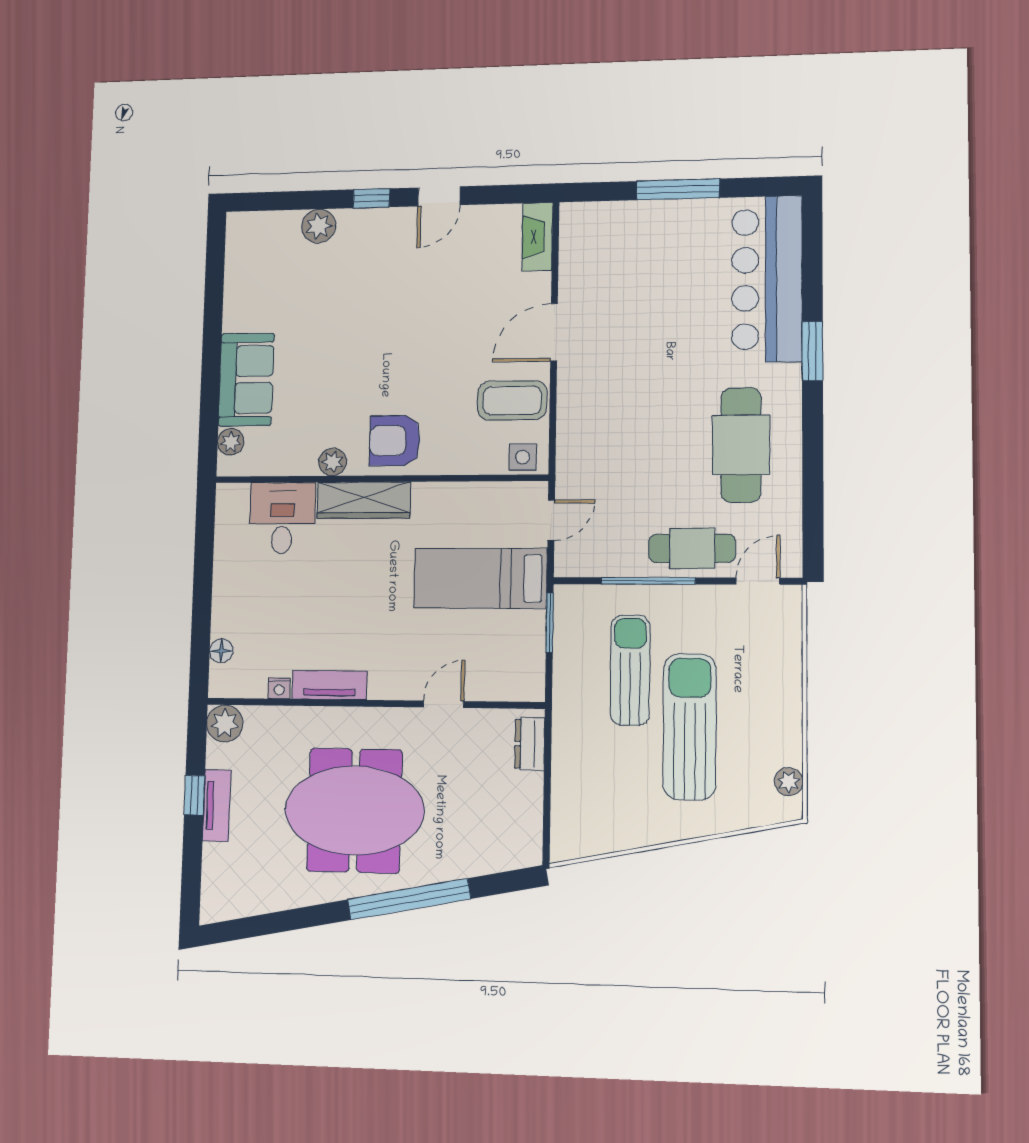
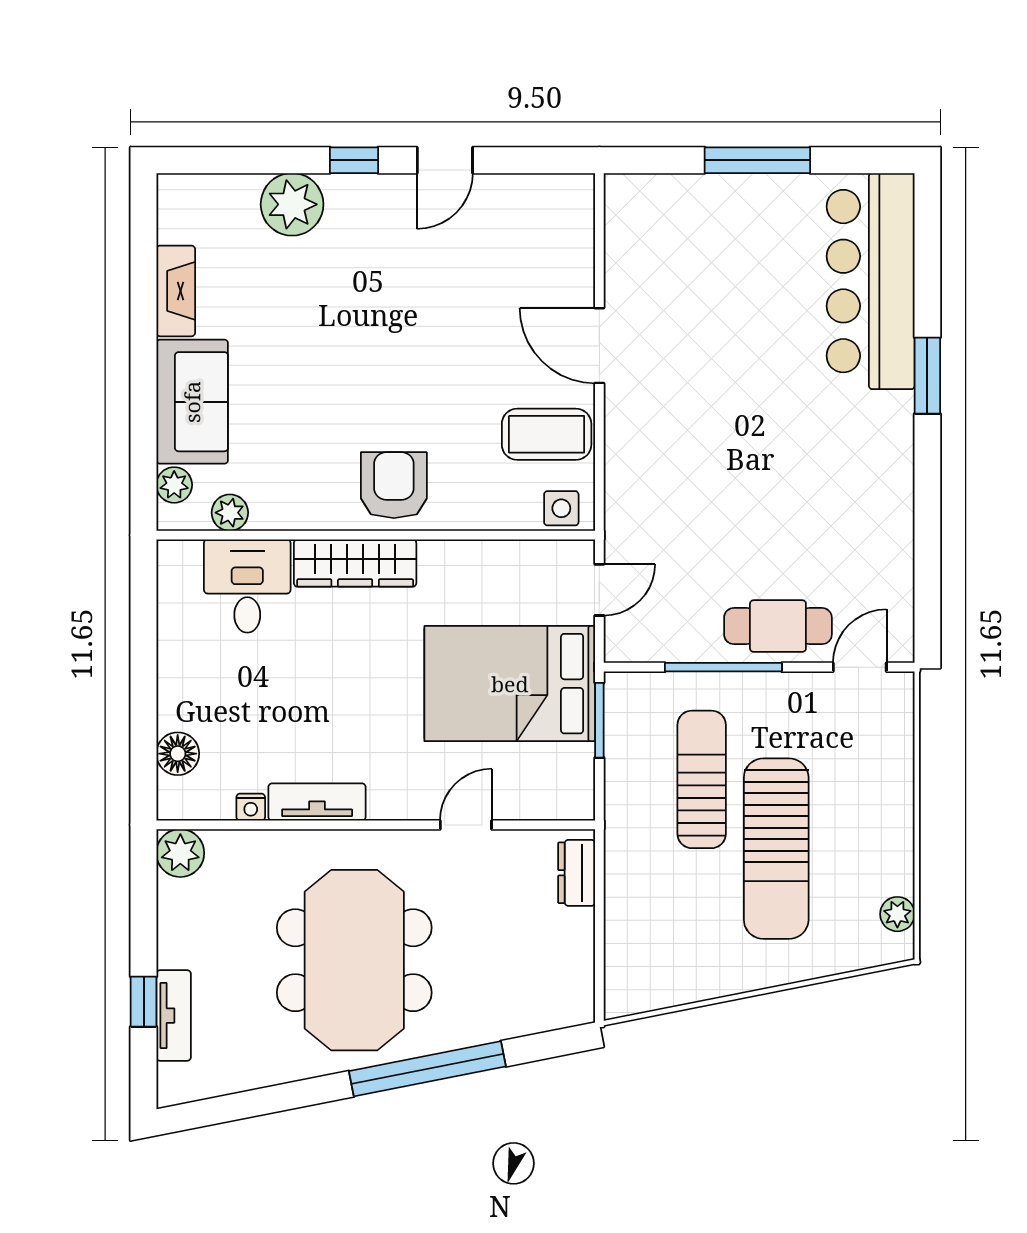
plant: (319, 226) -> (292, 204), width x1.36, depth x1.36
fireplace: (537, 237) -> (176, 291), moved, turned 180
door: (554, 332) -> (599, 346), hinge flipped
armchair: (395, 441) -> (394, 485), turned 90
cafe table: (741, 445) -> (838, 495), removed
plant: (333, 462) -> (230, 513), moved
bed: (480, 578) -> (510, 684), width x1.50
floor lamp: (221, 651) -> (178, 754), width x1.37, depth x1.37
sun lounger: (690, 727) -> (776, 849), turned 180
window: (194, 795) -> (144, 1002), moved
tv unit: (217, 805) -> (174, 1016), moved
meeting table: (354, 810) -> (354, 960), turned 90

